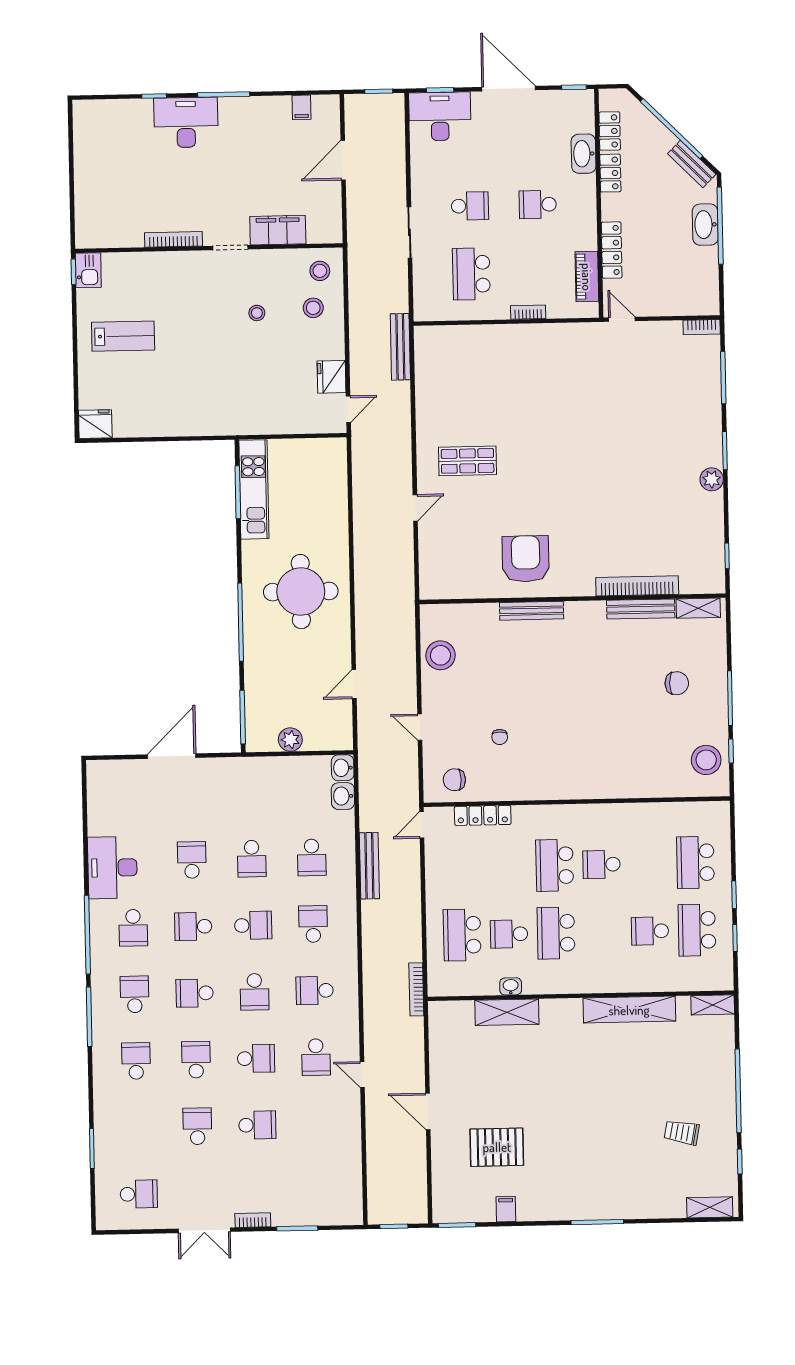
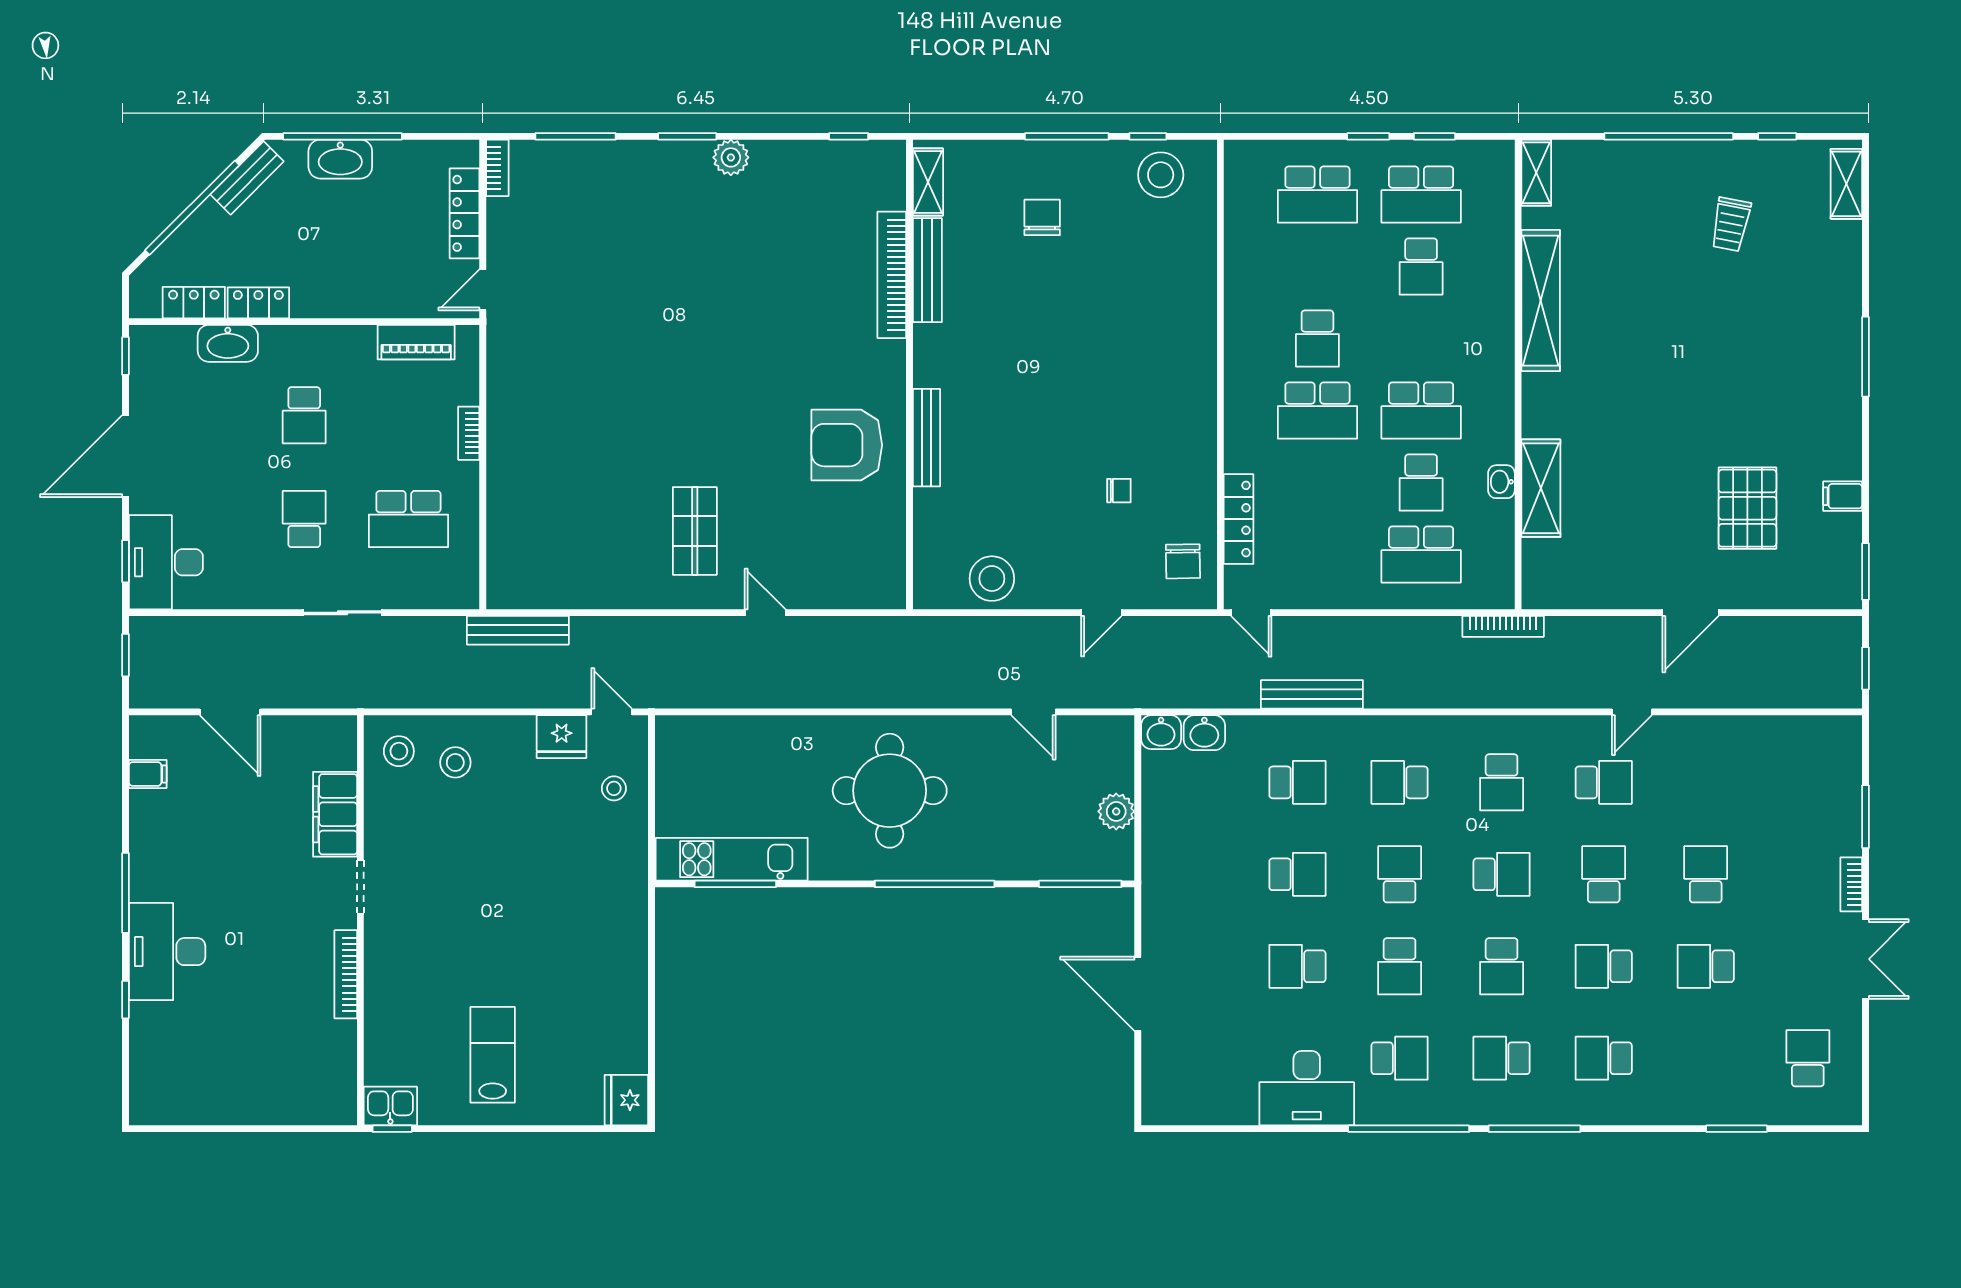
locker: (612, 250) -> (465, 213), moved, turned -90
stool: (257, 313) -> (614, 788), moved

